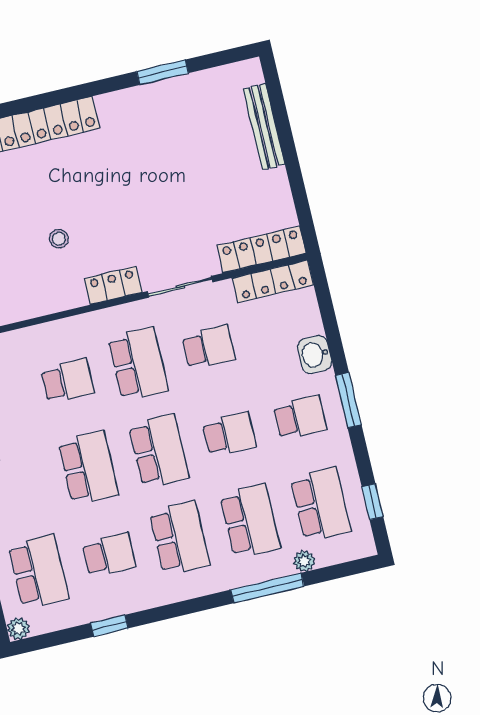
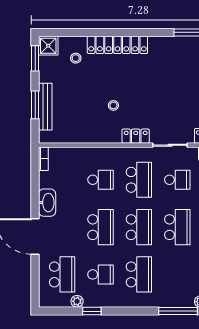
school desk: (229, 434) -> (177, 227), width x1.85
school desk: (250, 521) -> (177, 274), removed
plant: (18, 628) -> (77, 301), moved

